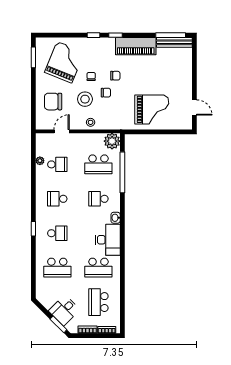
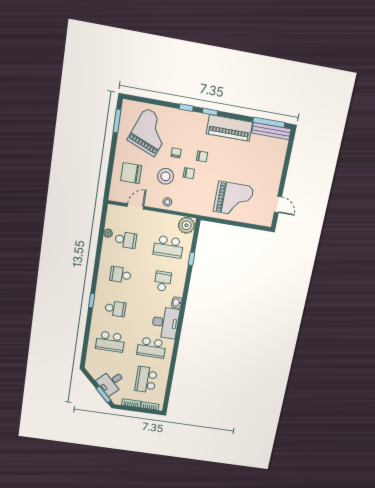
window: (122, 172) -> (191, 259), width x0.32
school desk: (98, 199) -> (163, 281), turned 90

